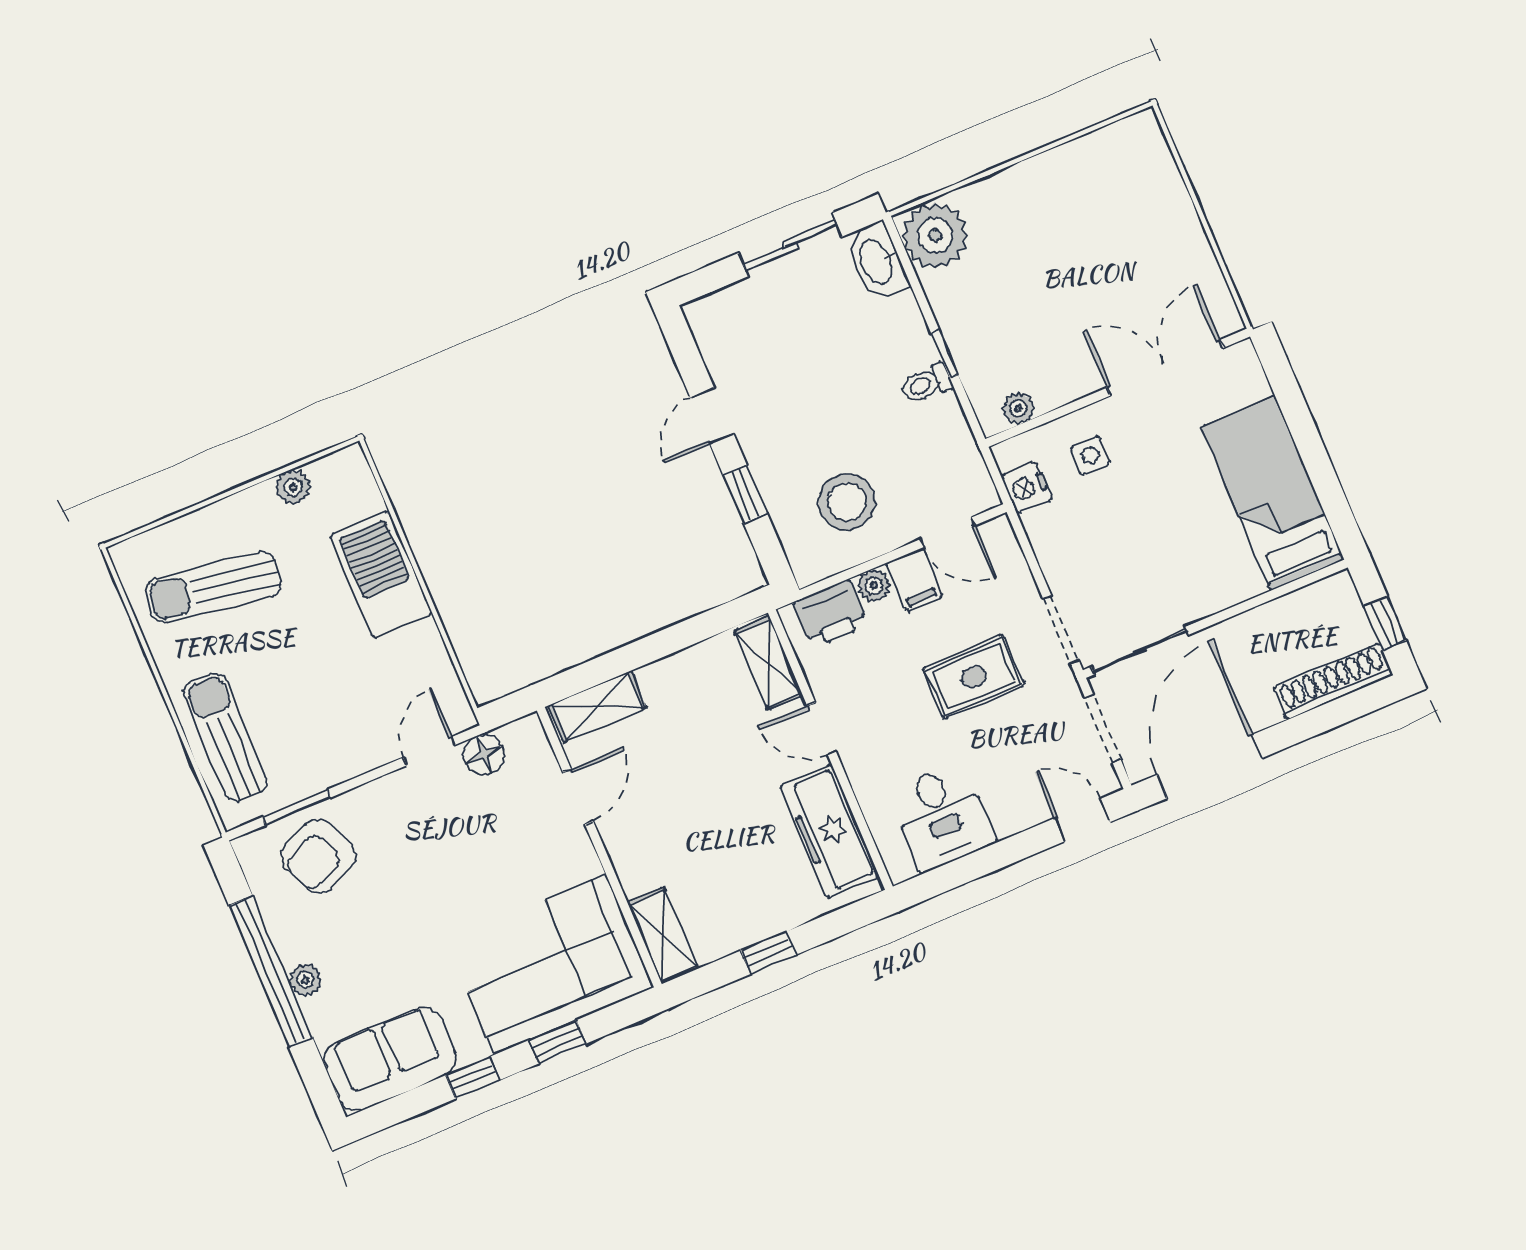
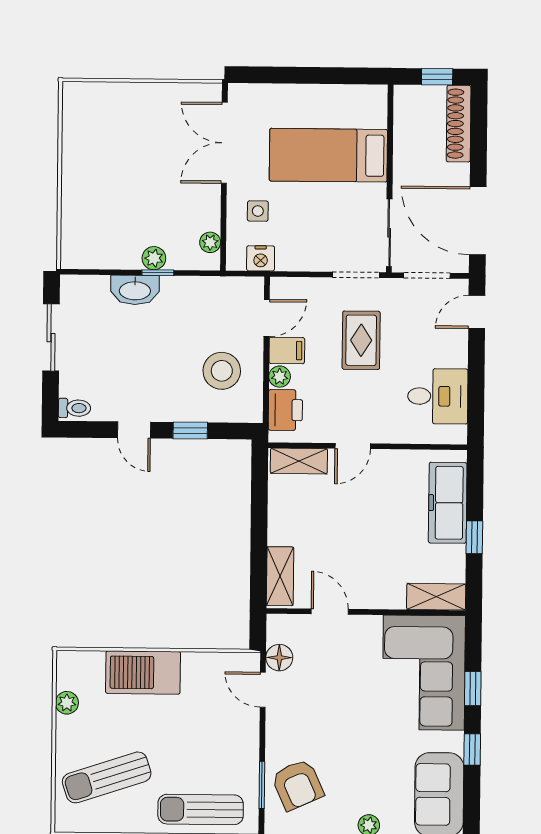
plant: (935, 235) -> (154, 258), moved, width x0.53, depth x0.53
washbasin: (877, 261) -> (135, 290), moved
toilet: (926, 384) -> (74, 408), moved, turned -90
bed: (1273, 493) -> (328, 155), moved
sun lounger: (213, 587) -> (107, 777), turned 63
freezer: (829, 831) -> (448, 503), moved, turned 90

